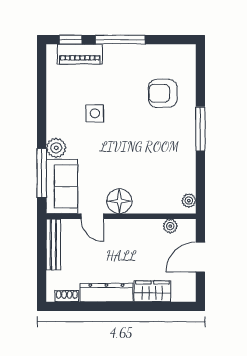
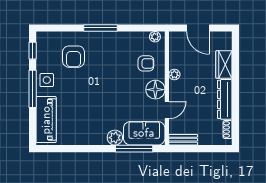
window: (71, 40) -> (33, 51), moved
piano: (80, 54) -> (46, 120), width x1.37, depth x1.33
side table: (95, 113) -> (47, 80), moved
armchair: (154, 189) -> (146, 63), added
plant: (170, 226) -> (174, 75), moved
bench: (53, 244) -> (183, 140), width x0.73

